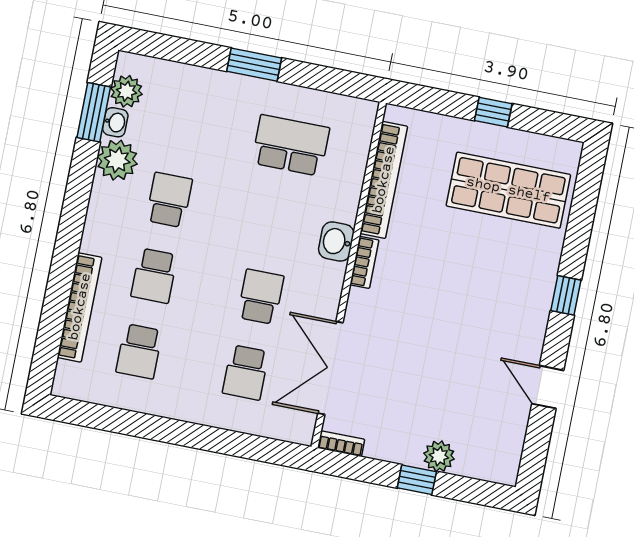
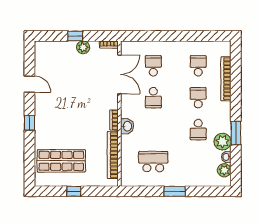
window: (94, 112) -> (236, 133), moved
school desk: (291, 145) -> (153, 162), turned 180
plant: (439, 456) -> (83, 47), moved

